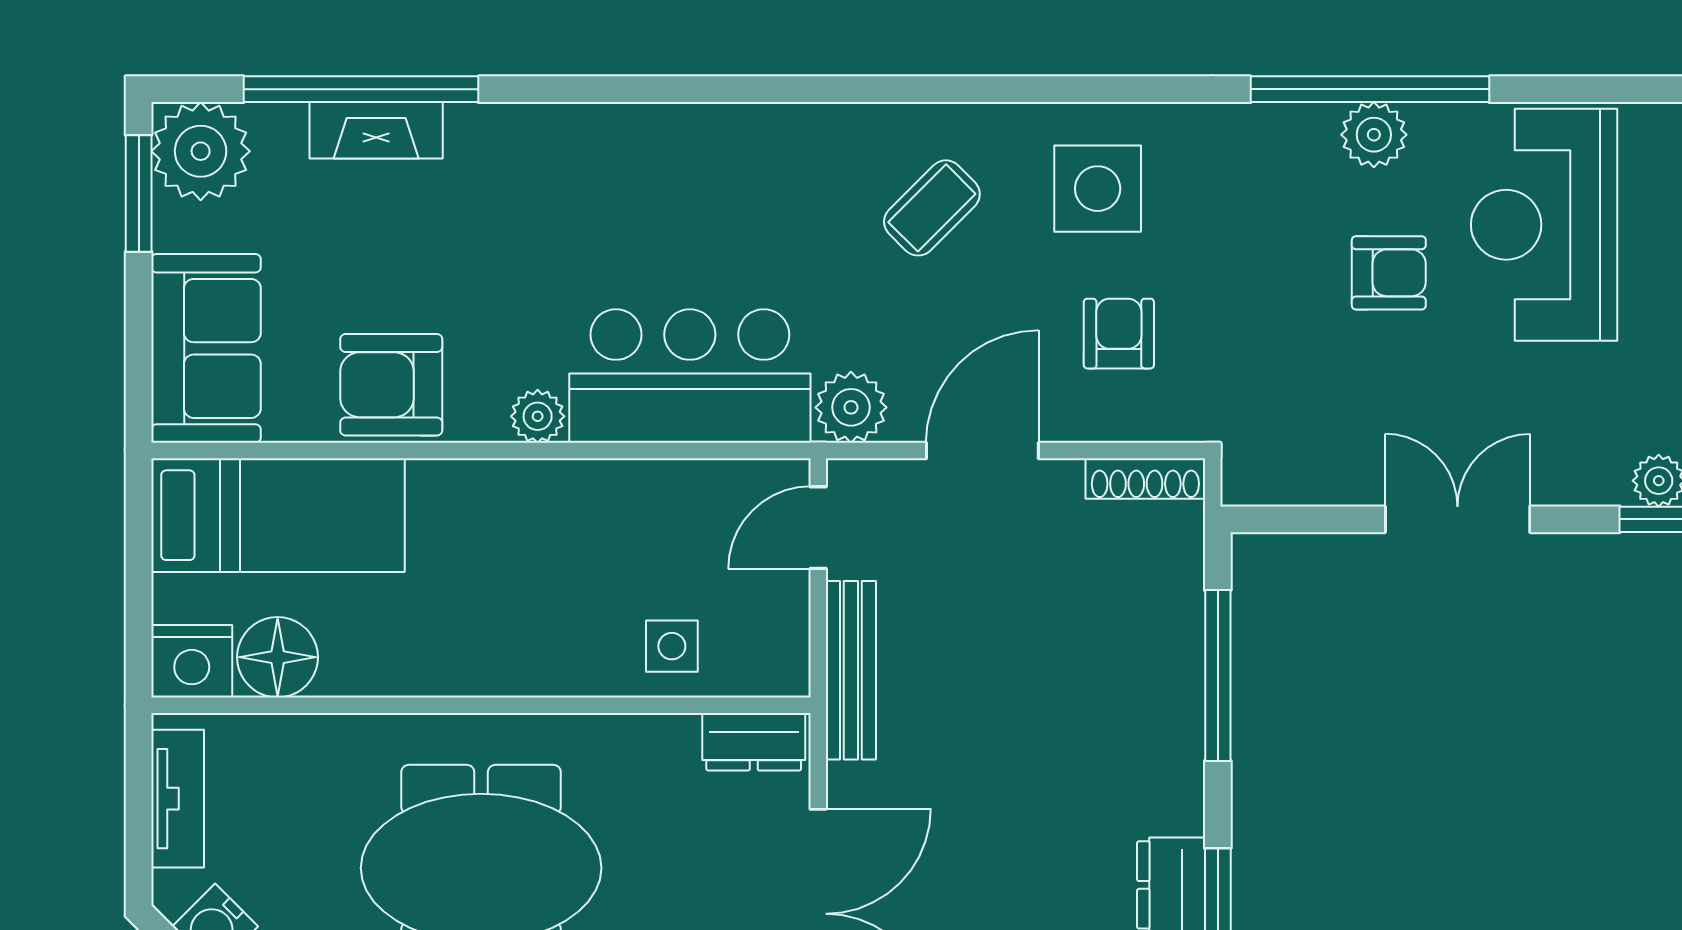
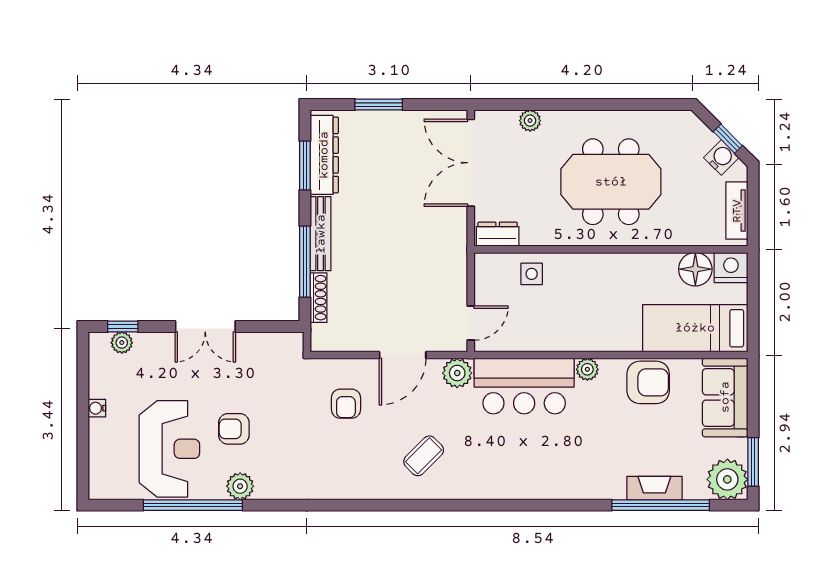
window: (1370, 89) -> (193, 505), moved
side table: (1098, 189) -> (355, 464), removed
shoe rack: (1145, 479) -> (319, 298), moved, turned 90
bench: (851, 670) -> (321, 234), moved

